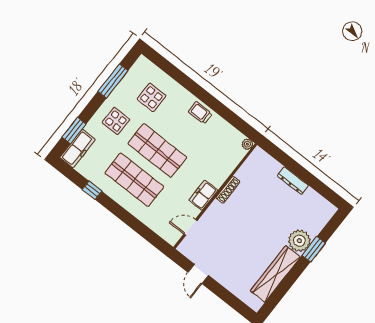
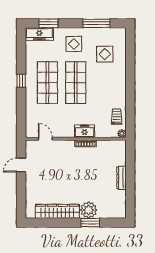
trolley: (200, 113) -> (117, 117), moved
window: (92, 190) -> (21, 81), moved
freezer: (203, 195) -> (85, 131), moved

